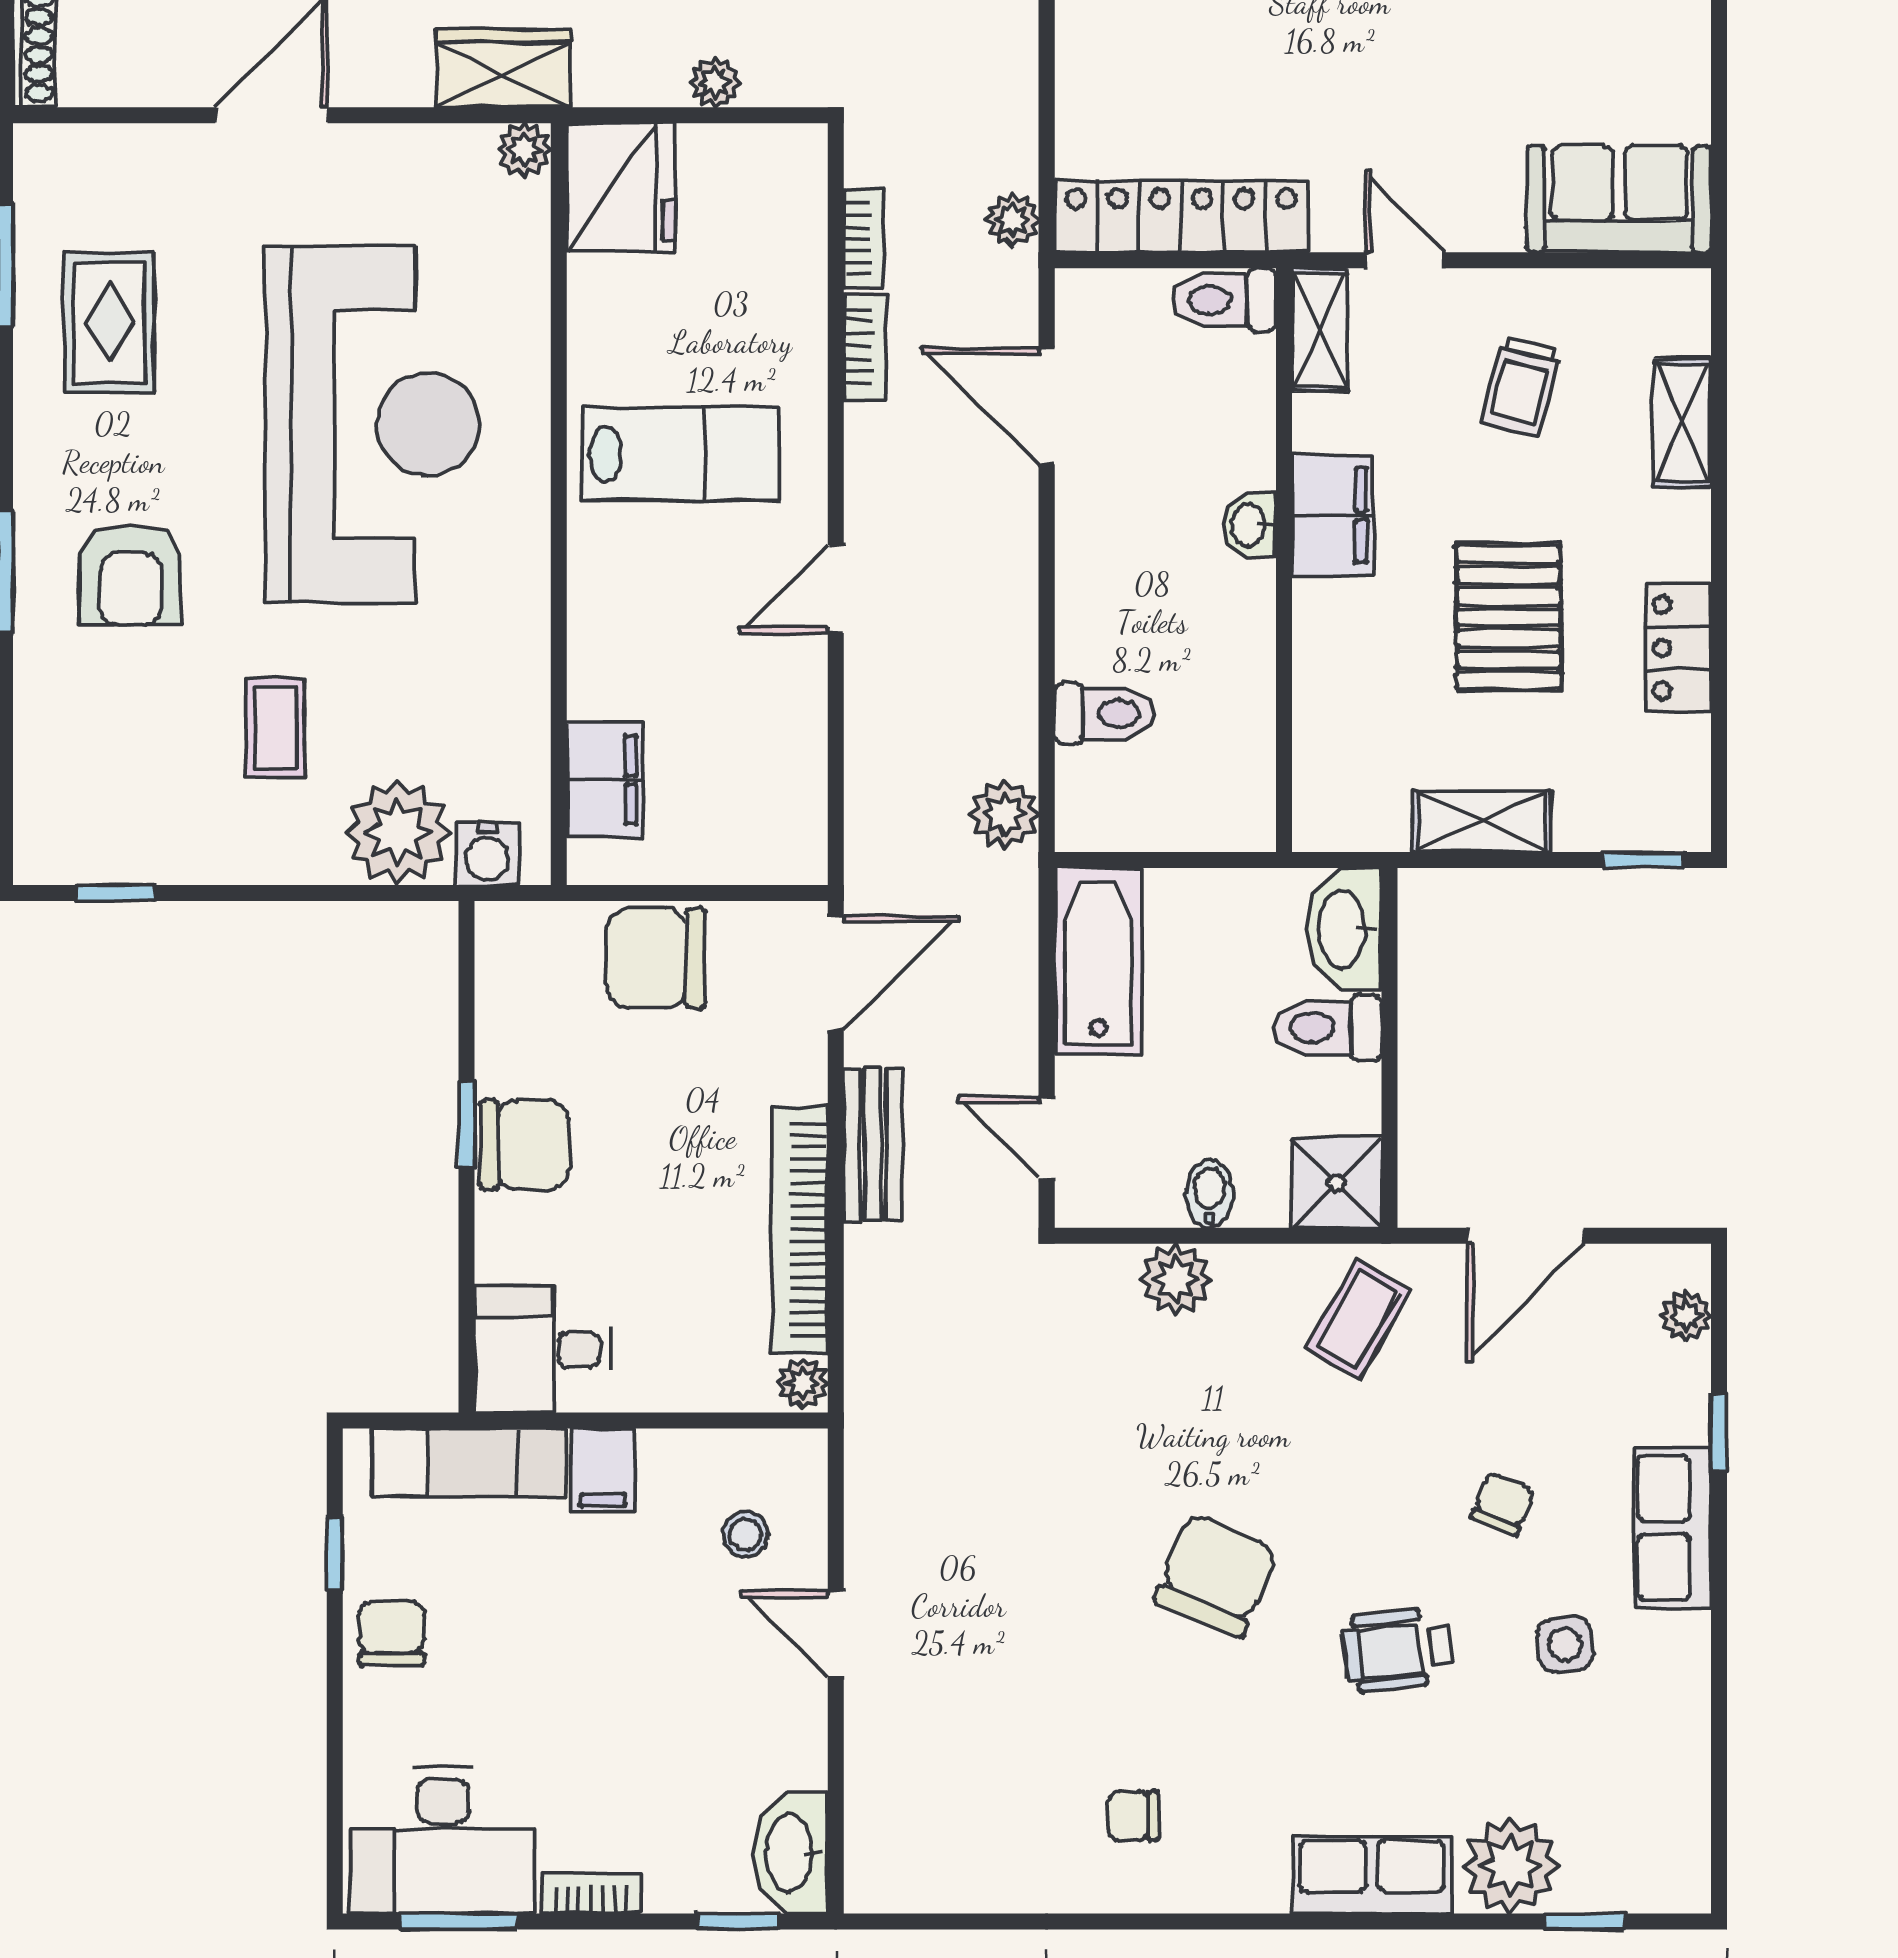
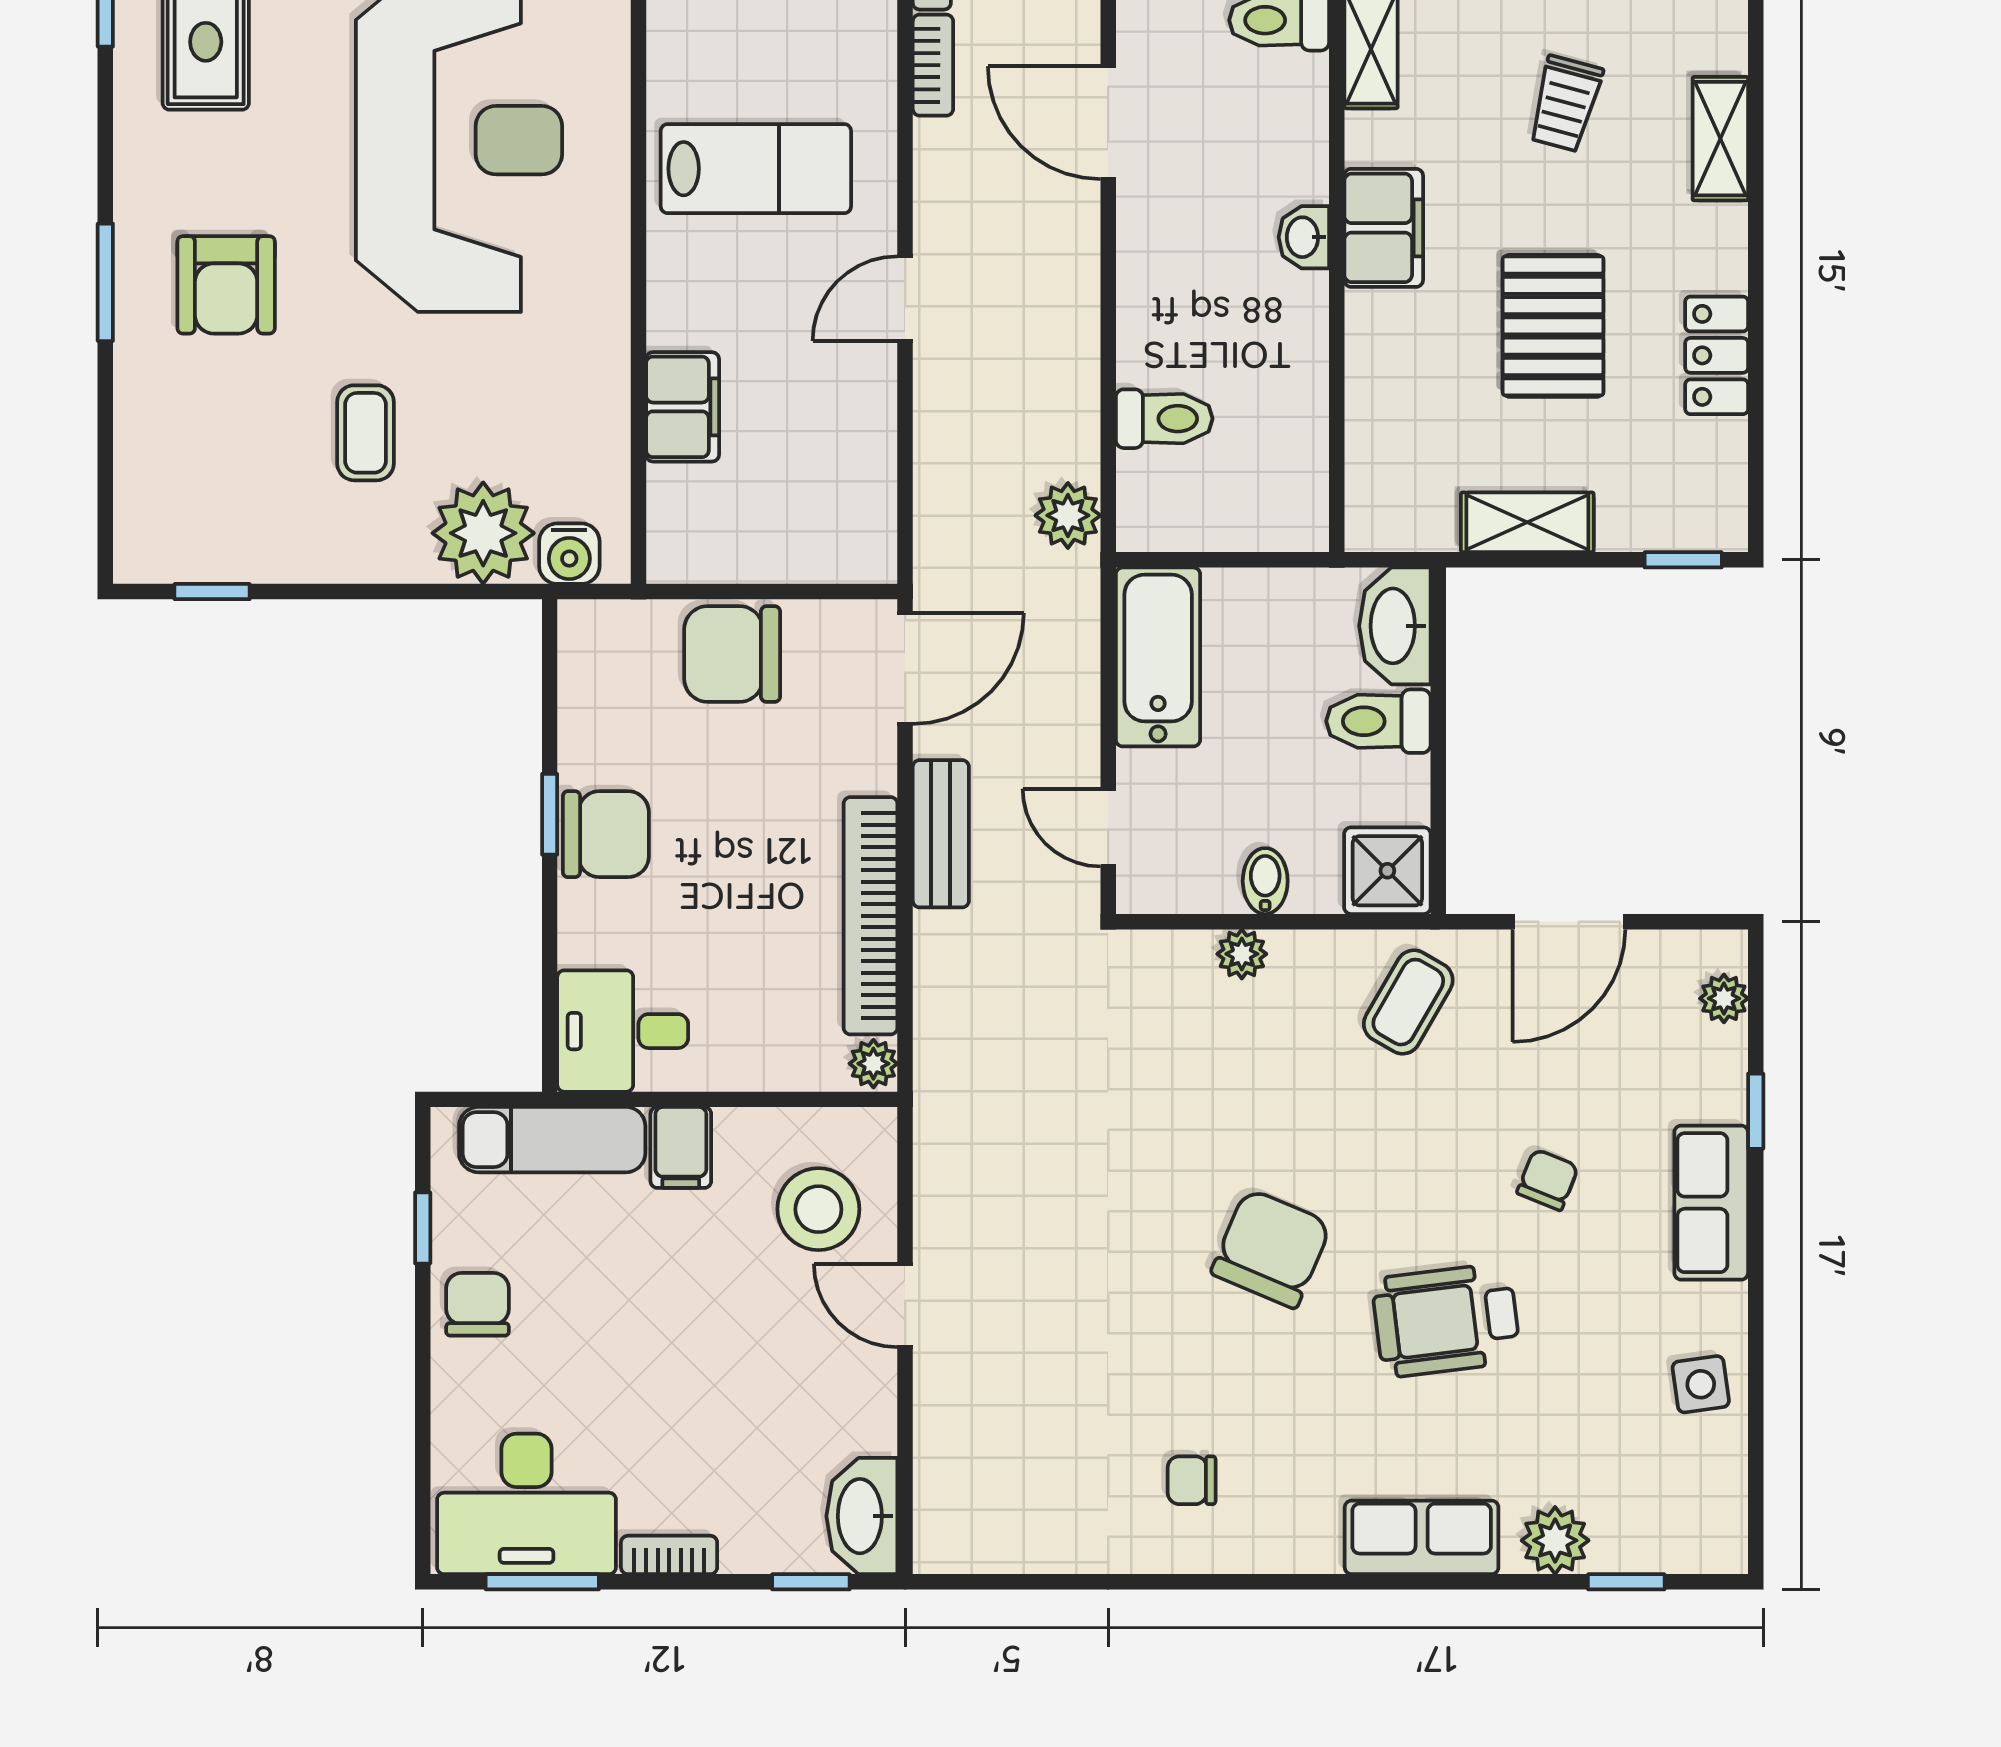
filing cabinet: (605, 780) -> (683, 407), moved
plant: (1176, 1279) -> (1242, 954), width x0.73, depth x0.73
stool: (746, 1534) -> (818, 1209), width x1.89, depth x1.89
side table: (1565, 1644) -> (1701, 1384), moved
wheelchair: (1398, 1650) -> (1446, 1320), width x1.36, depth x1.37
plant: (1511, 1866) -> (1555, 1540), width x0.73, depth x0.73

